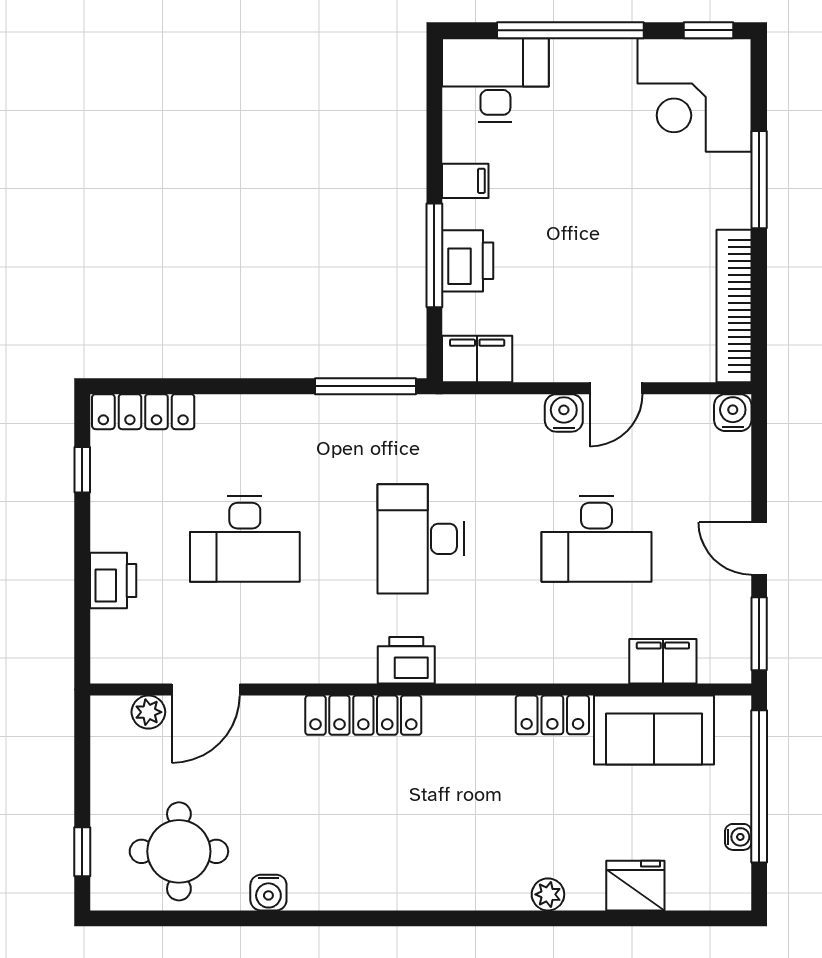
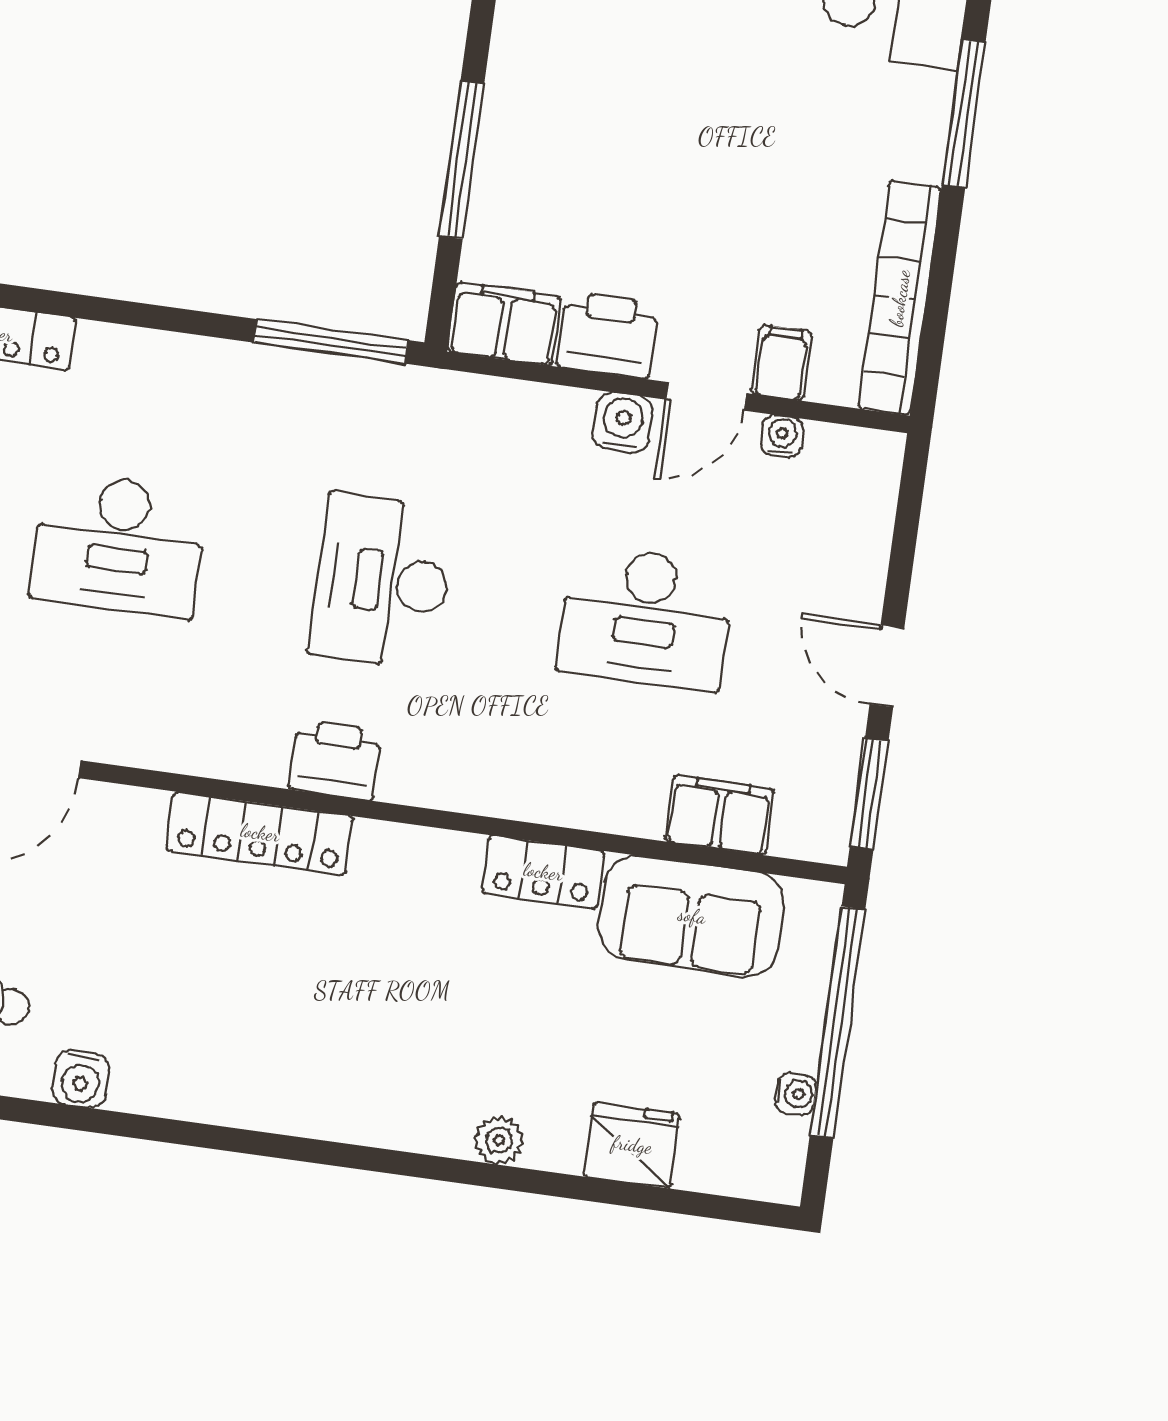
filing cabinet: (465, 181) -> (781, 363), moved, turned -90
printer: (468, 261) -> (608, 335), moved, turned -90
water cooler: (733, 413) -> (782, 436), moved, width x0.72, depth x0.72

